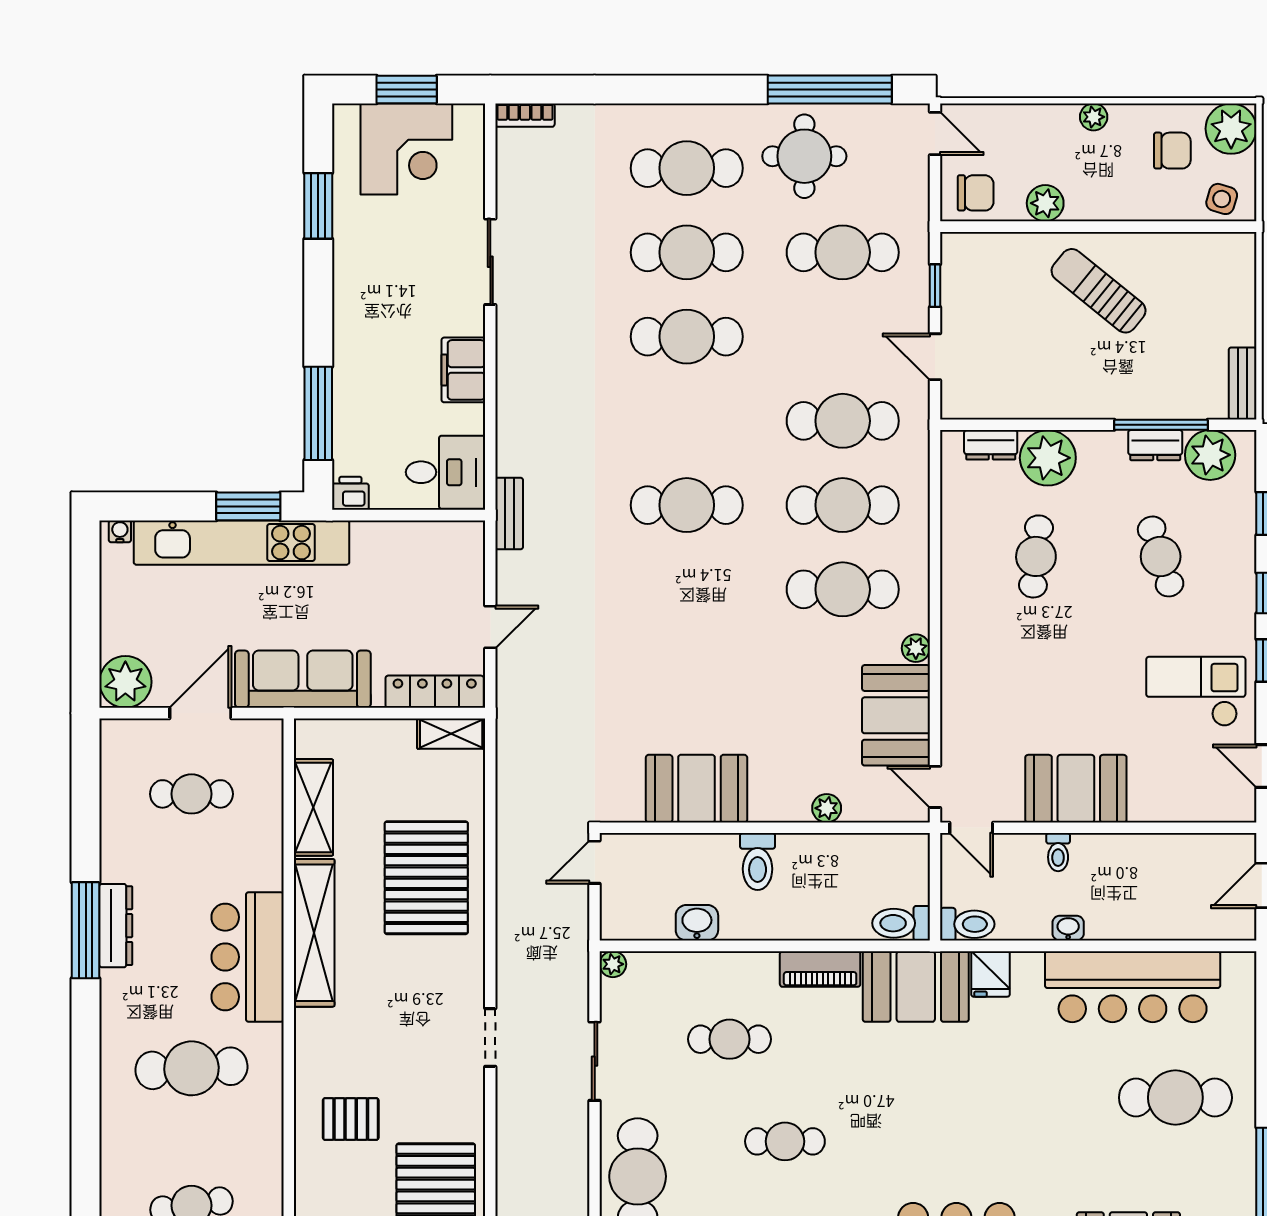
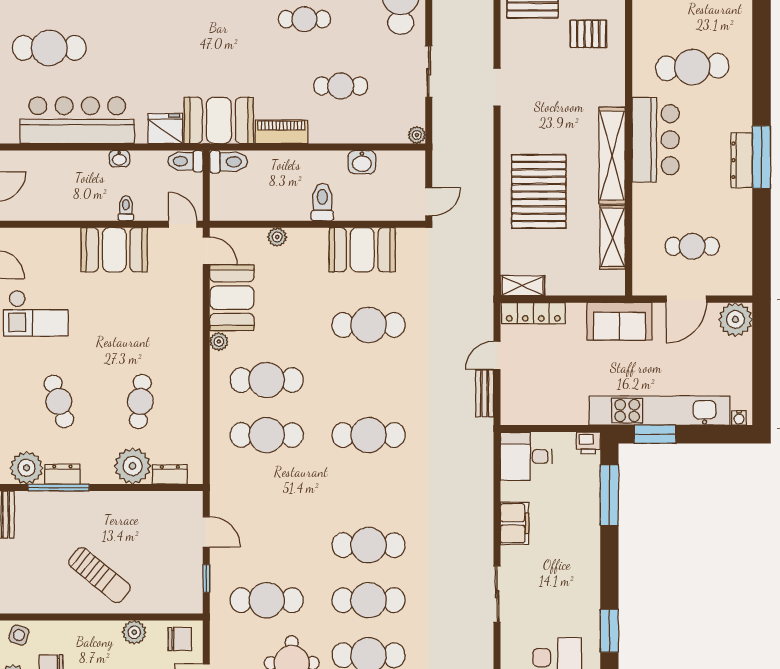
chair: (976, 193) -> (180, 639), turned 180
cafe table: (843, 421) -> (369, 325), moved
bench: (509, 514) -> (485, 393), moved
sofa: (303, 679) -> (619, 321), width x0.73
fridge: (991, 974) -> (165, 129), width x1.38

